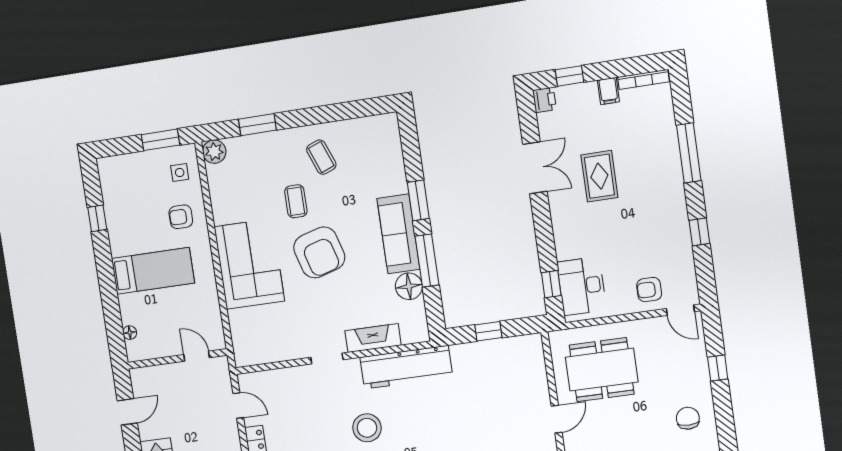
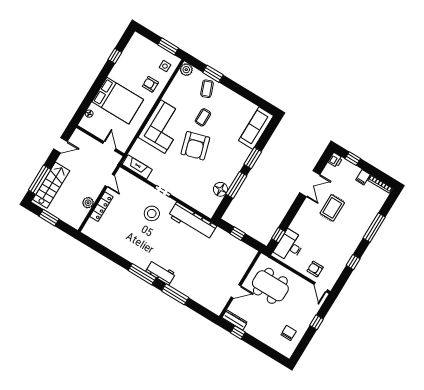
coffee table: (321, 157) -> (207, 89), moved
sofa: (398, 234) -> (256, 128), moved
bed: (153, 271) -> (118, 101), width x1.50
fireplace: (373, 338) -> (137, 167), moved
stool: (367, 428) -> (152, 213), moved

